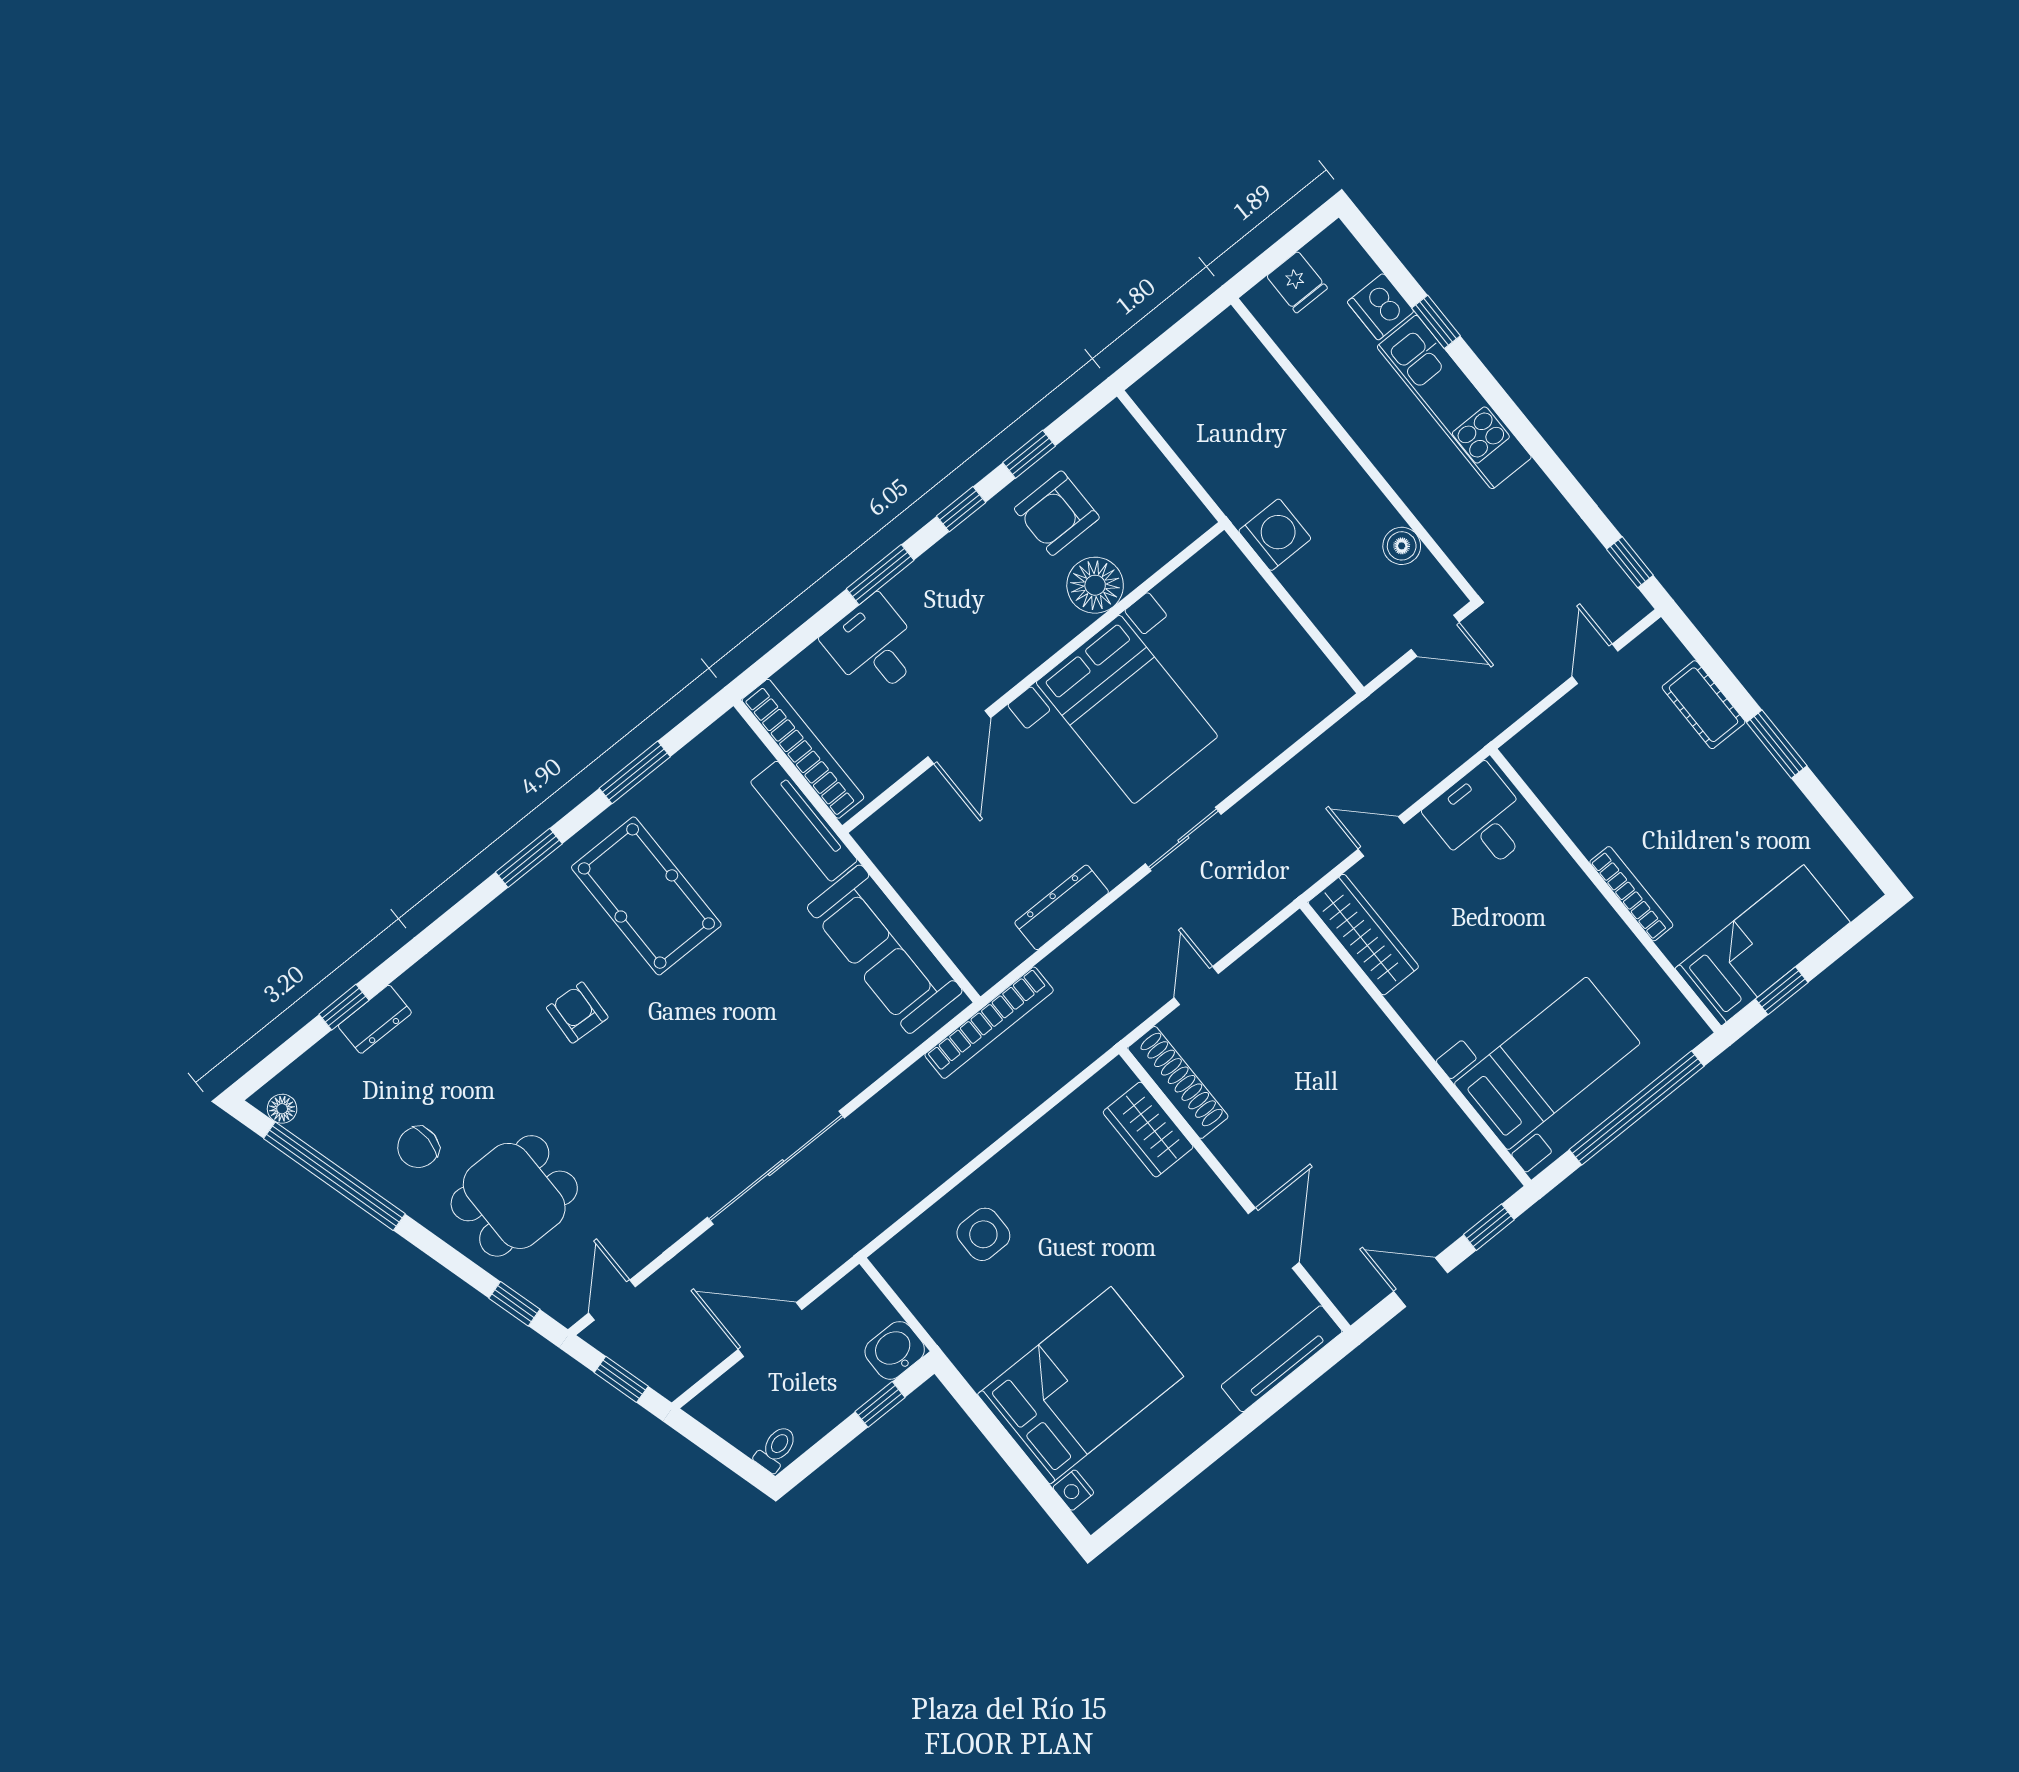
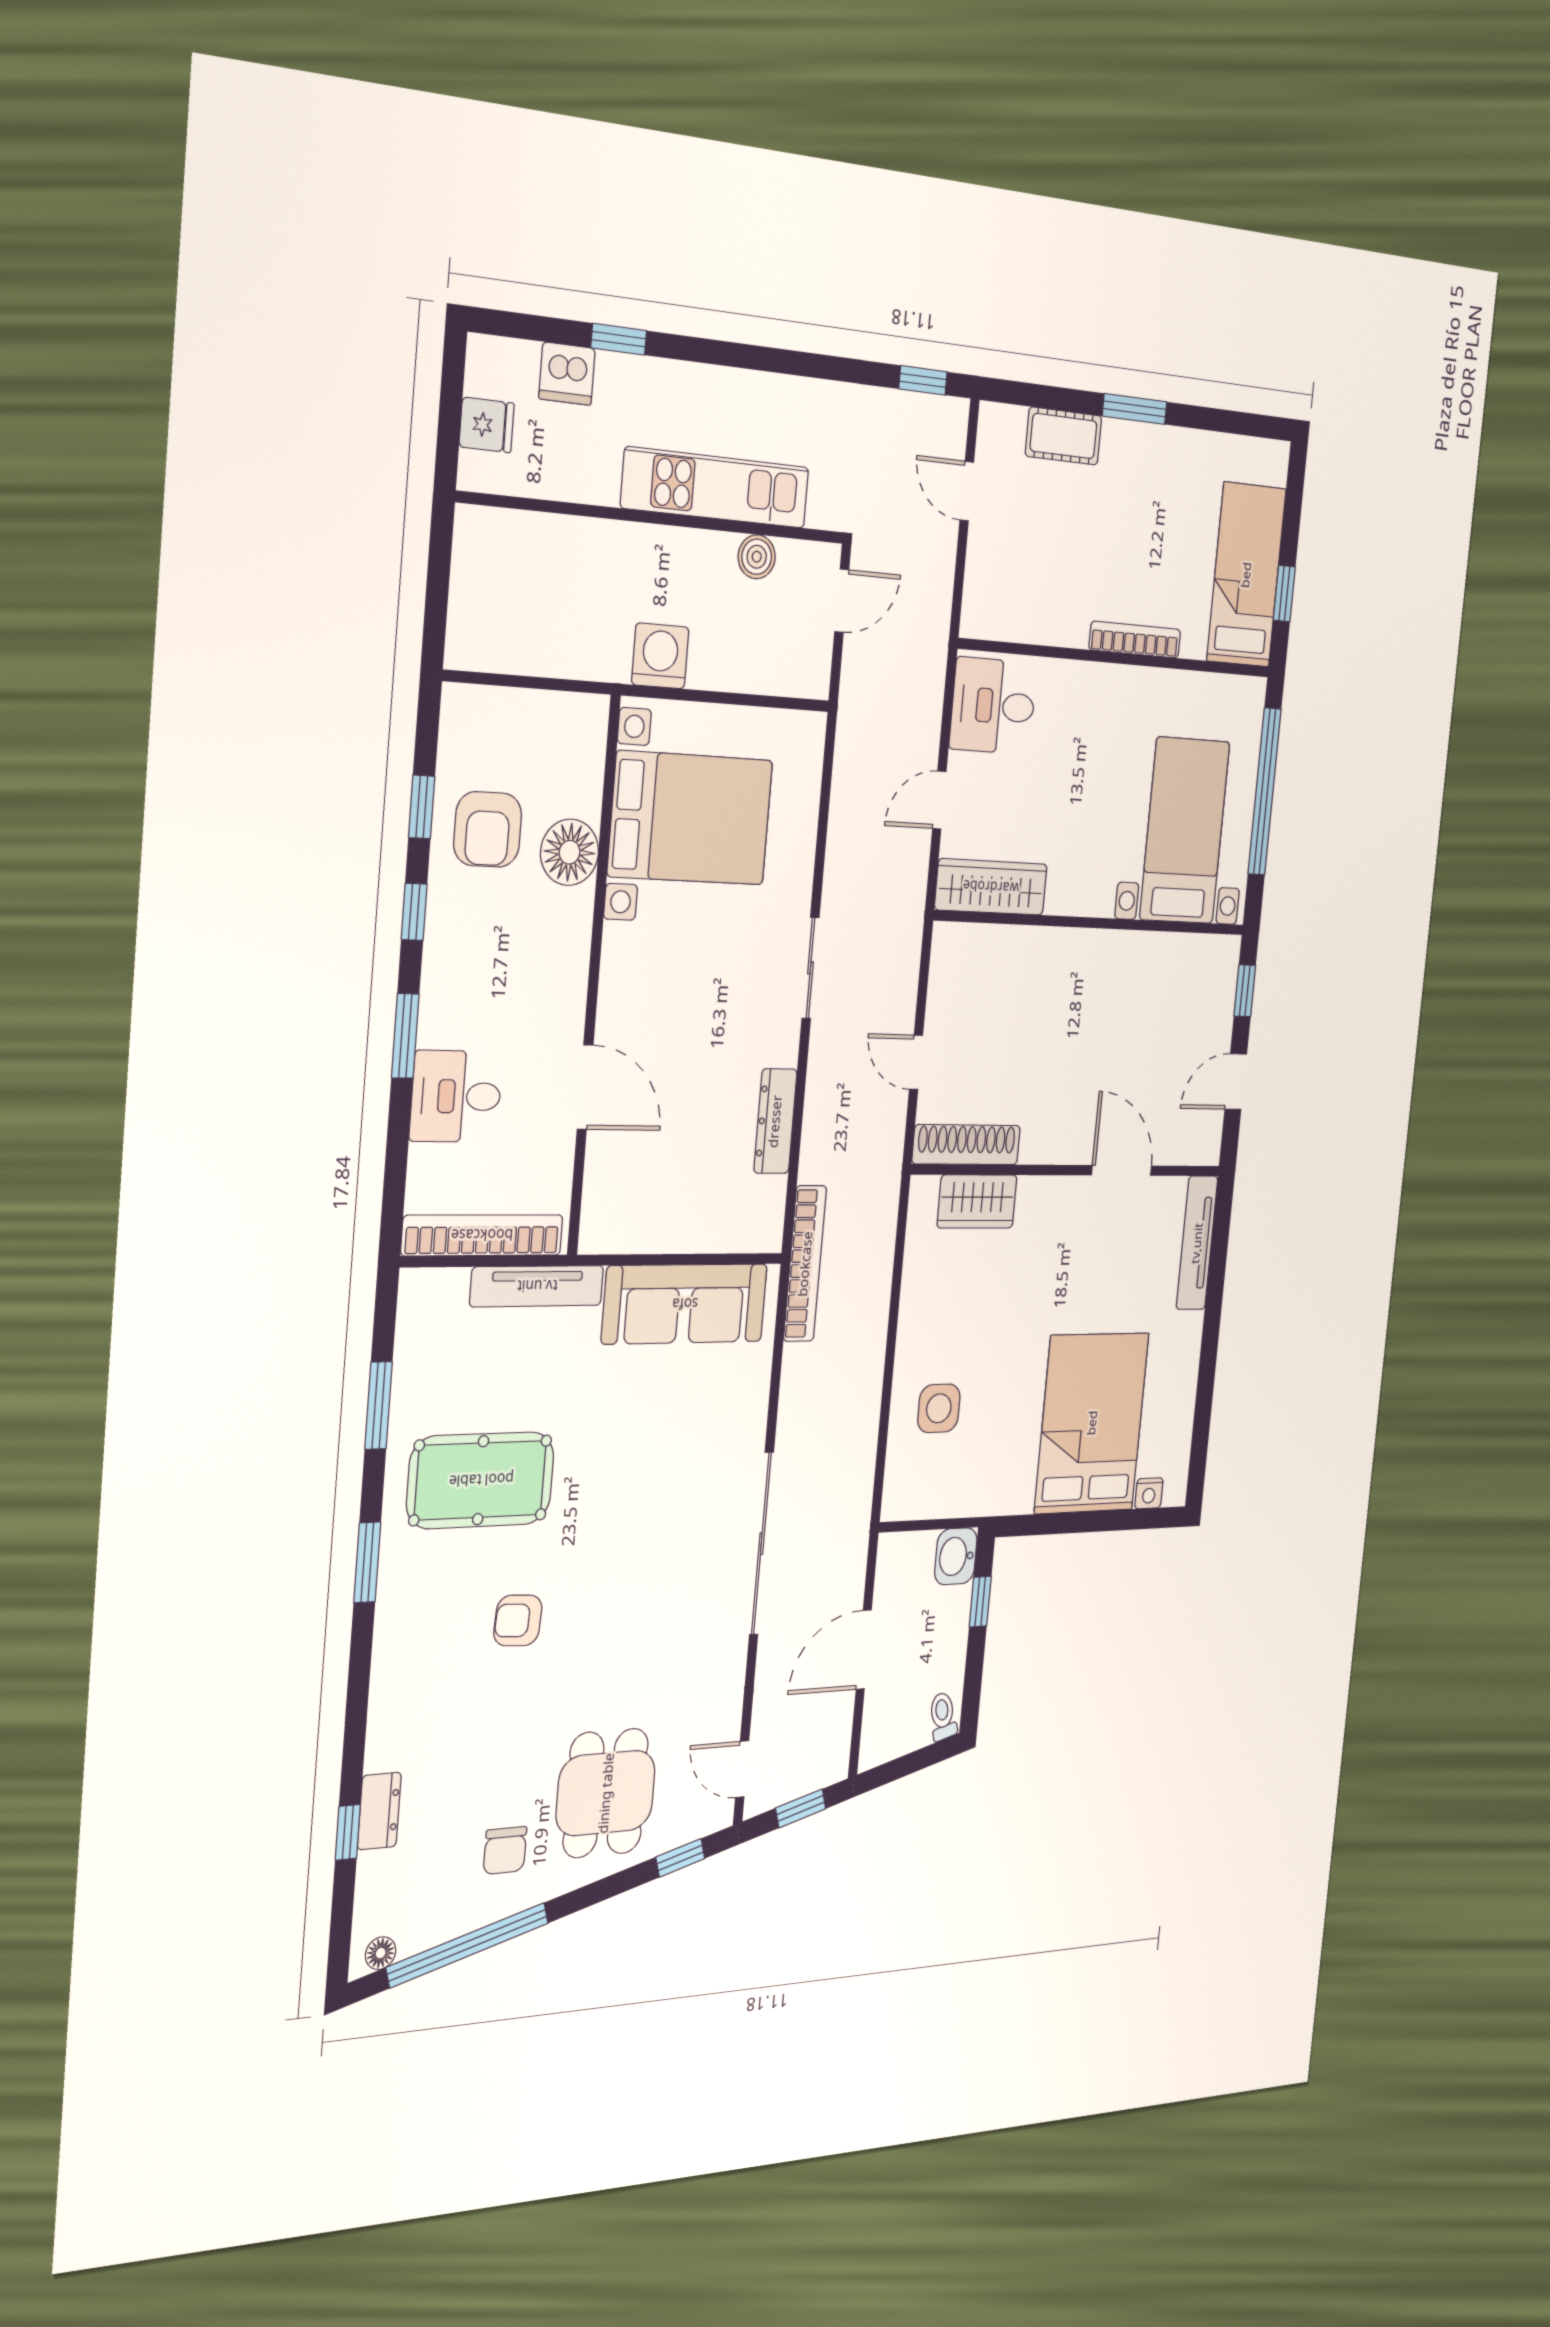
kitchen unit: (1454, 402) -> (715, 488), moved, turned 180
bed with nightstands: (1127, 709) -> (690, 818), moved

